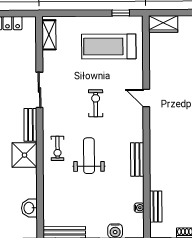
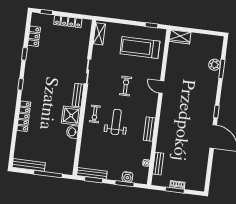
washbasin: (29, 208) -> (72, 132), moved

